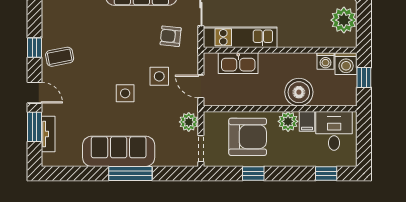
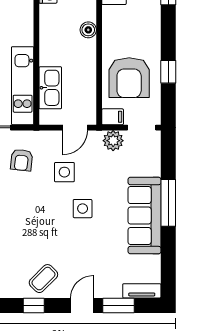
coffee table: (60, 57) -> (43, 279), turned 56
boiler: (299, 92) -> (88, 30), width x0.54, depth x0.54
plant: (288, 121) -> (113, 35), removed
filing cabinet: (307, 121) -> (113, 117), moved
tv unit: (48, 134) -> (142, 291), moved
armchair: (248, 137) -> (129, 78), turned 180

